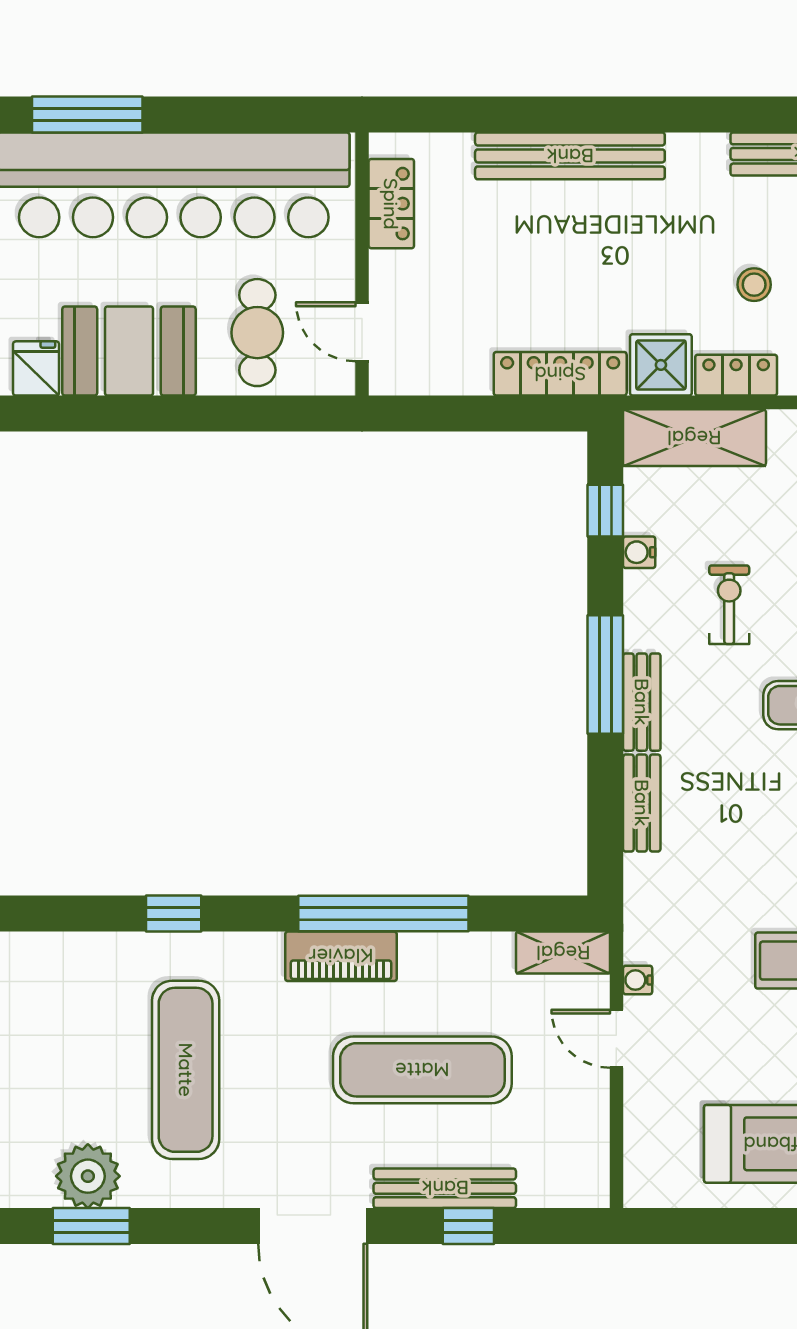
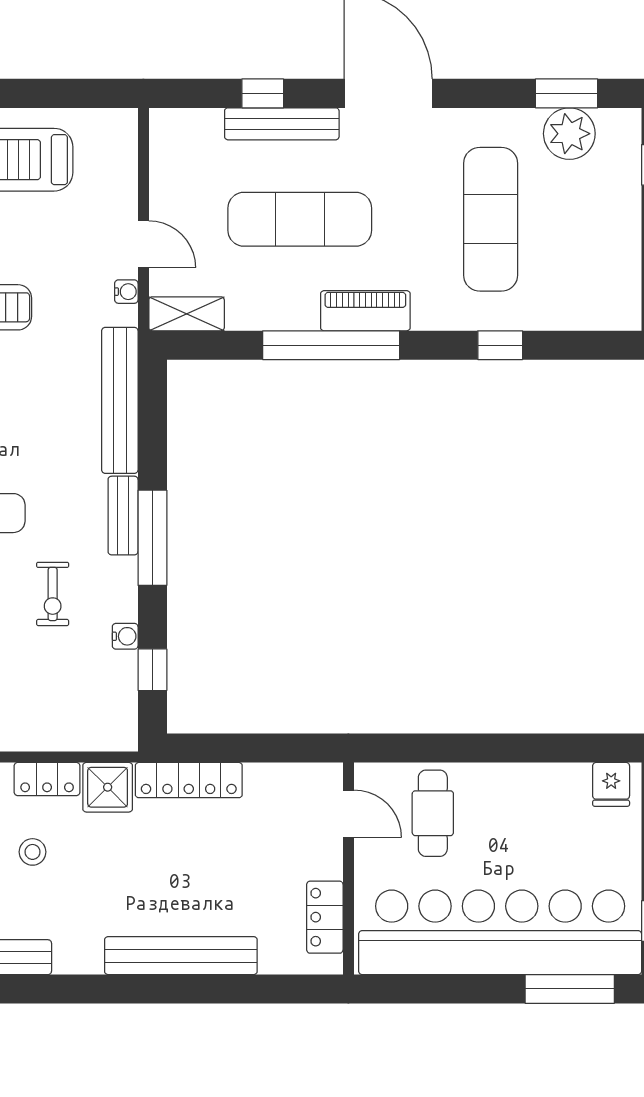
booth: (129, 351) -> (536, 798), removed
shelving: (694, 438) -> (81, 729), removed
bench: (642, 803) -> (120, 400), width x1.86, depth x1.21

